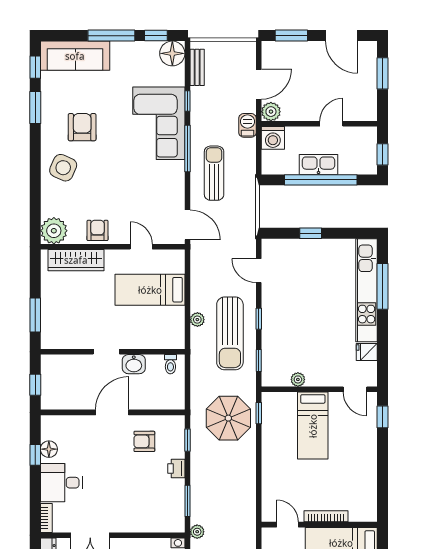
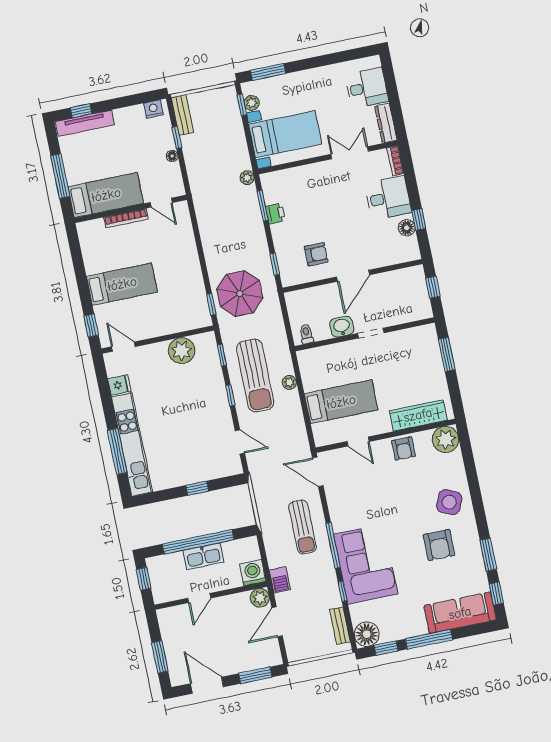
sun lounger: (230, 333) -> (255, 376), turned 180
plant: (298, 379) -> (182, 351), width x1.88, depth x1.88
bed: (313, 426) -> (122, 284), moved, turned 90
printer: (176, 469) -> (275, 213), moved

